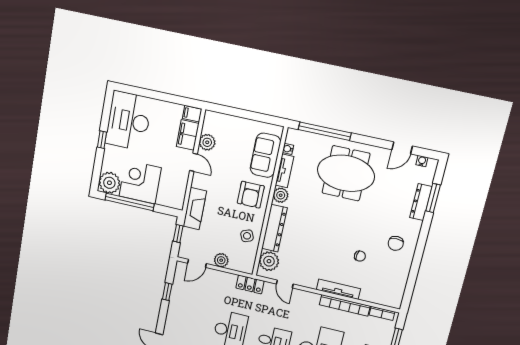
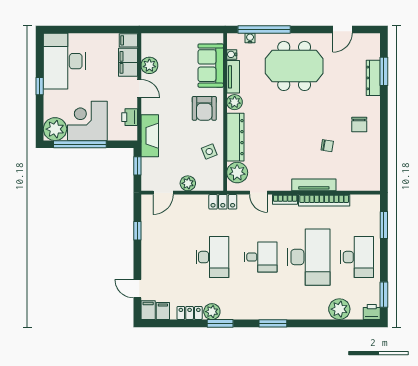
water cooler: (422, 161) -> (250, 38), moved
printer: (180, 187) -> (130, 117), added
bookcase: (382, 313) -> (285, 199), moved

